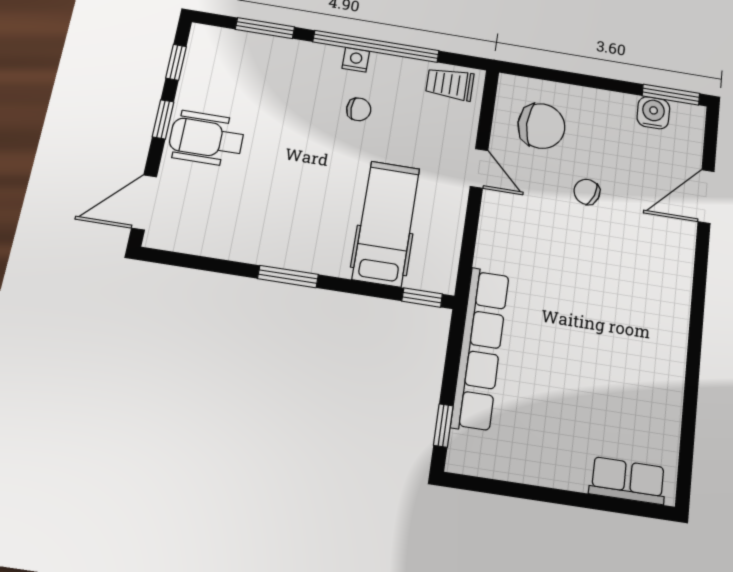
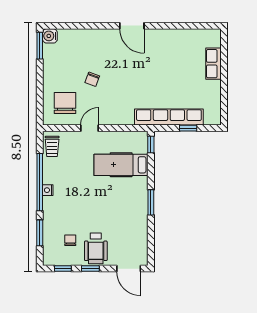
chair: (359, 109) -> (70, 240), moved
water cooler: (653, 113) -> (50, 36), moved
door: (706, 196) -> (132, 26), moved
window: (443, 425) -> (188, 128), moved
row of seats: (628, 481) -> (214, 64), moved

